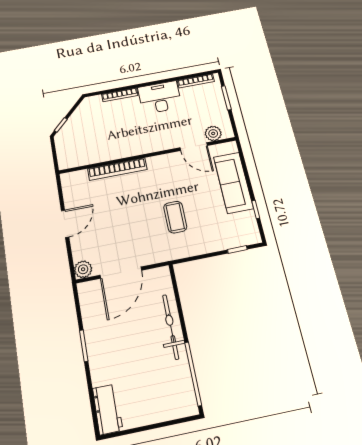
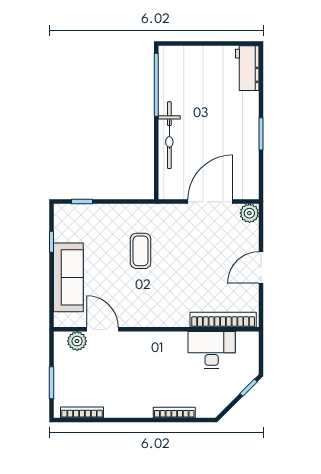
desk: (160, 97) -> (212, 350), moved, turned 180
bookcase: (117, 169) -> (223, 320), moved

